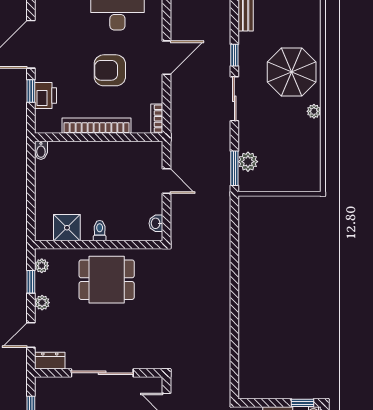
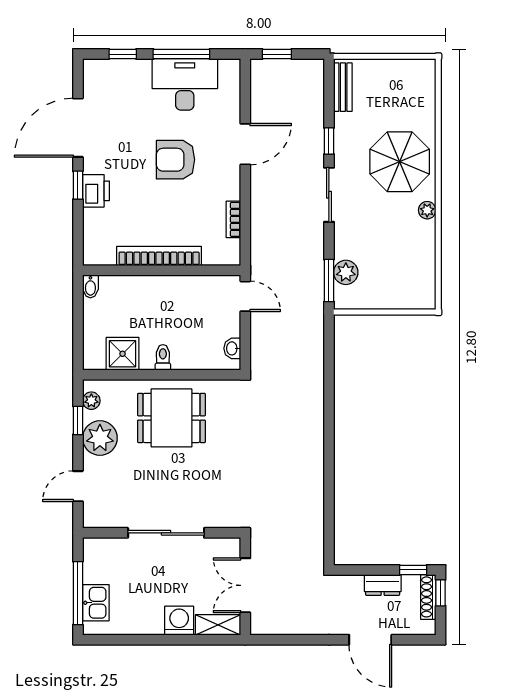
bookcase: (97, 126) -> (159, 256), moved
wall: (99, 137) -> (162, 270), moved
bidet: (41, 150) -> (90, 286), moved
plant: (42, 303) -> (100, 438), width x1.87, depth x1.87
dresser: (50, 361) -> (101, 518), removed

